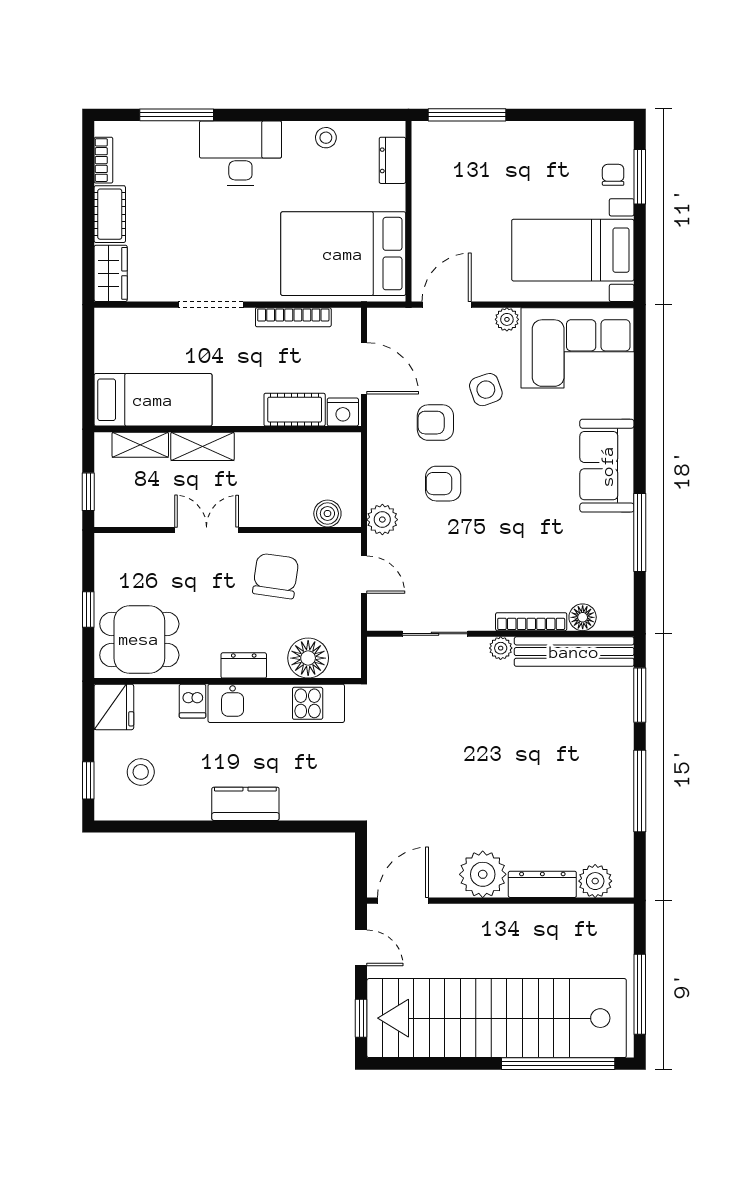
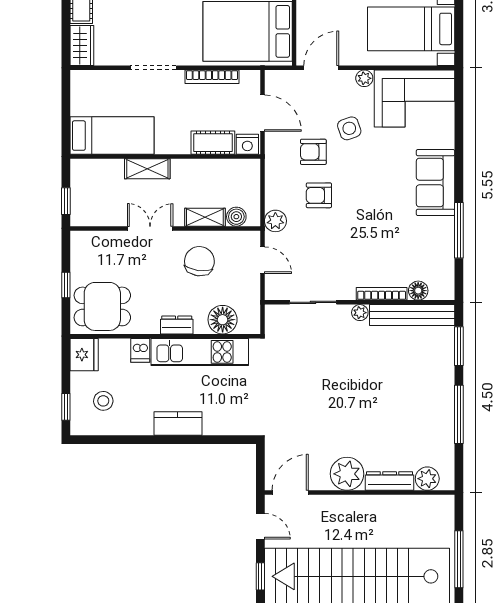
shelving: (140, 445) -> (205, 217), moved

